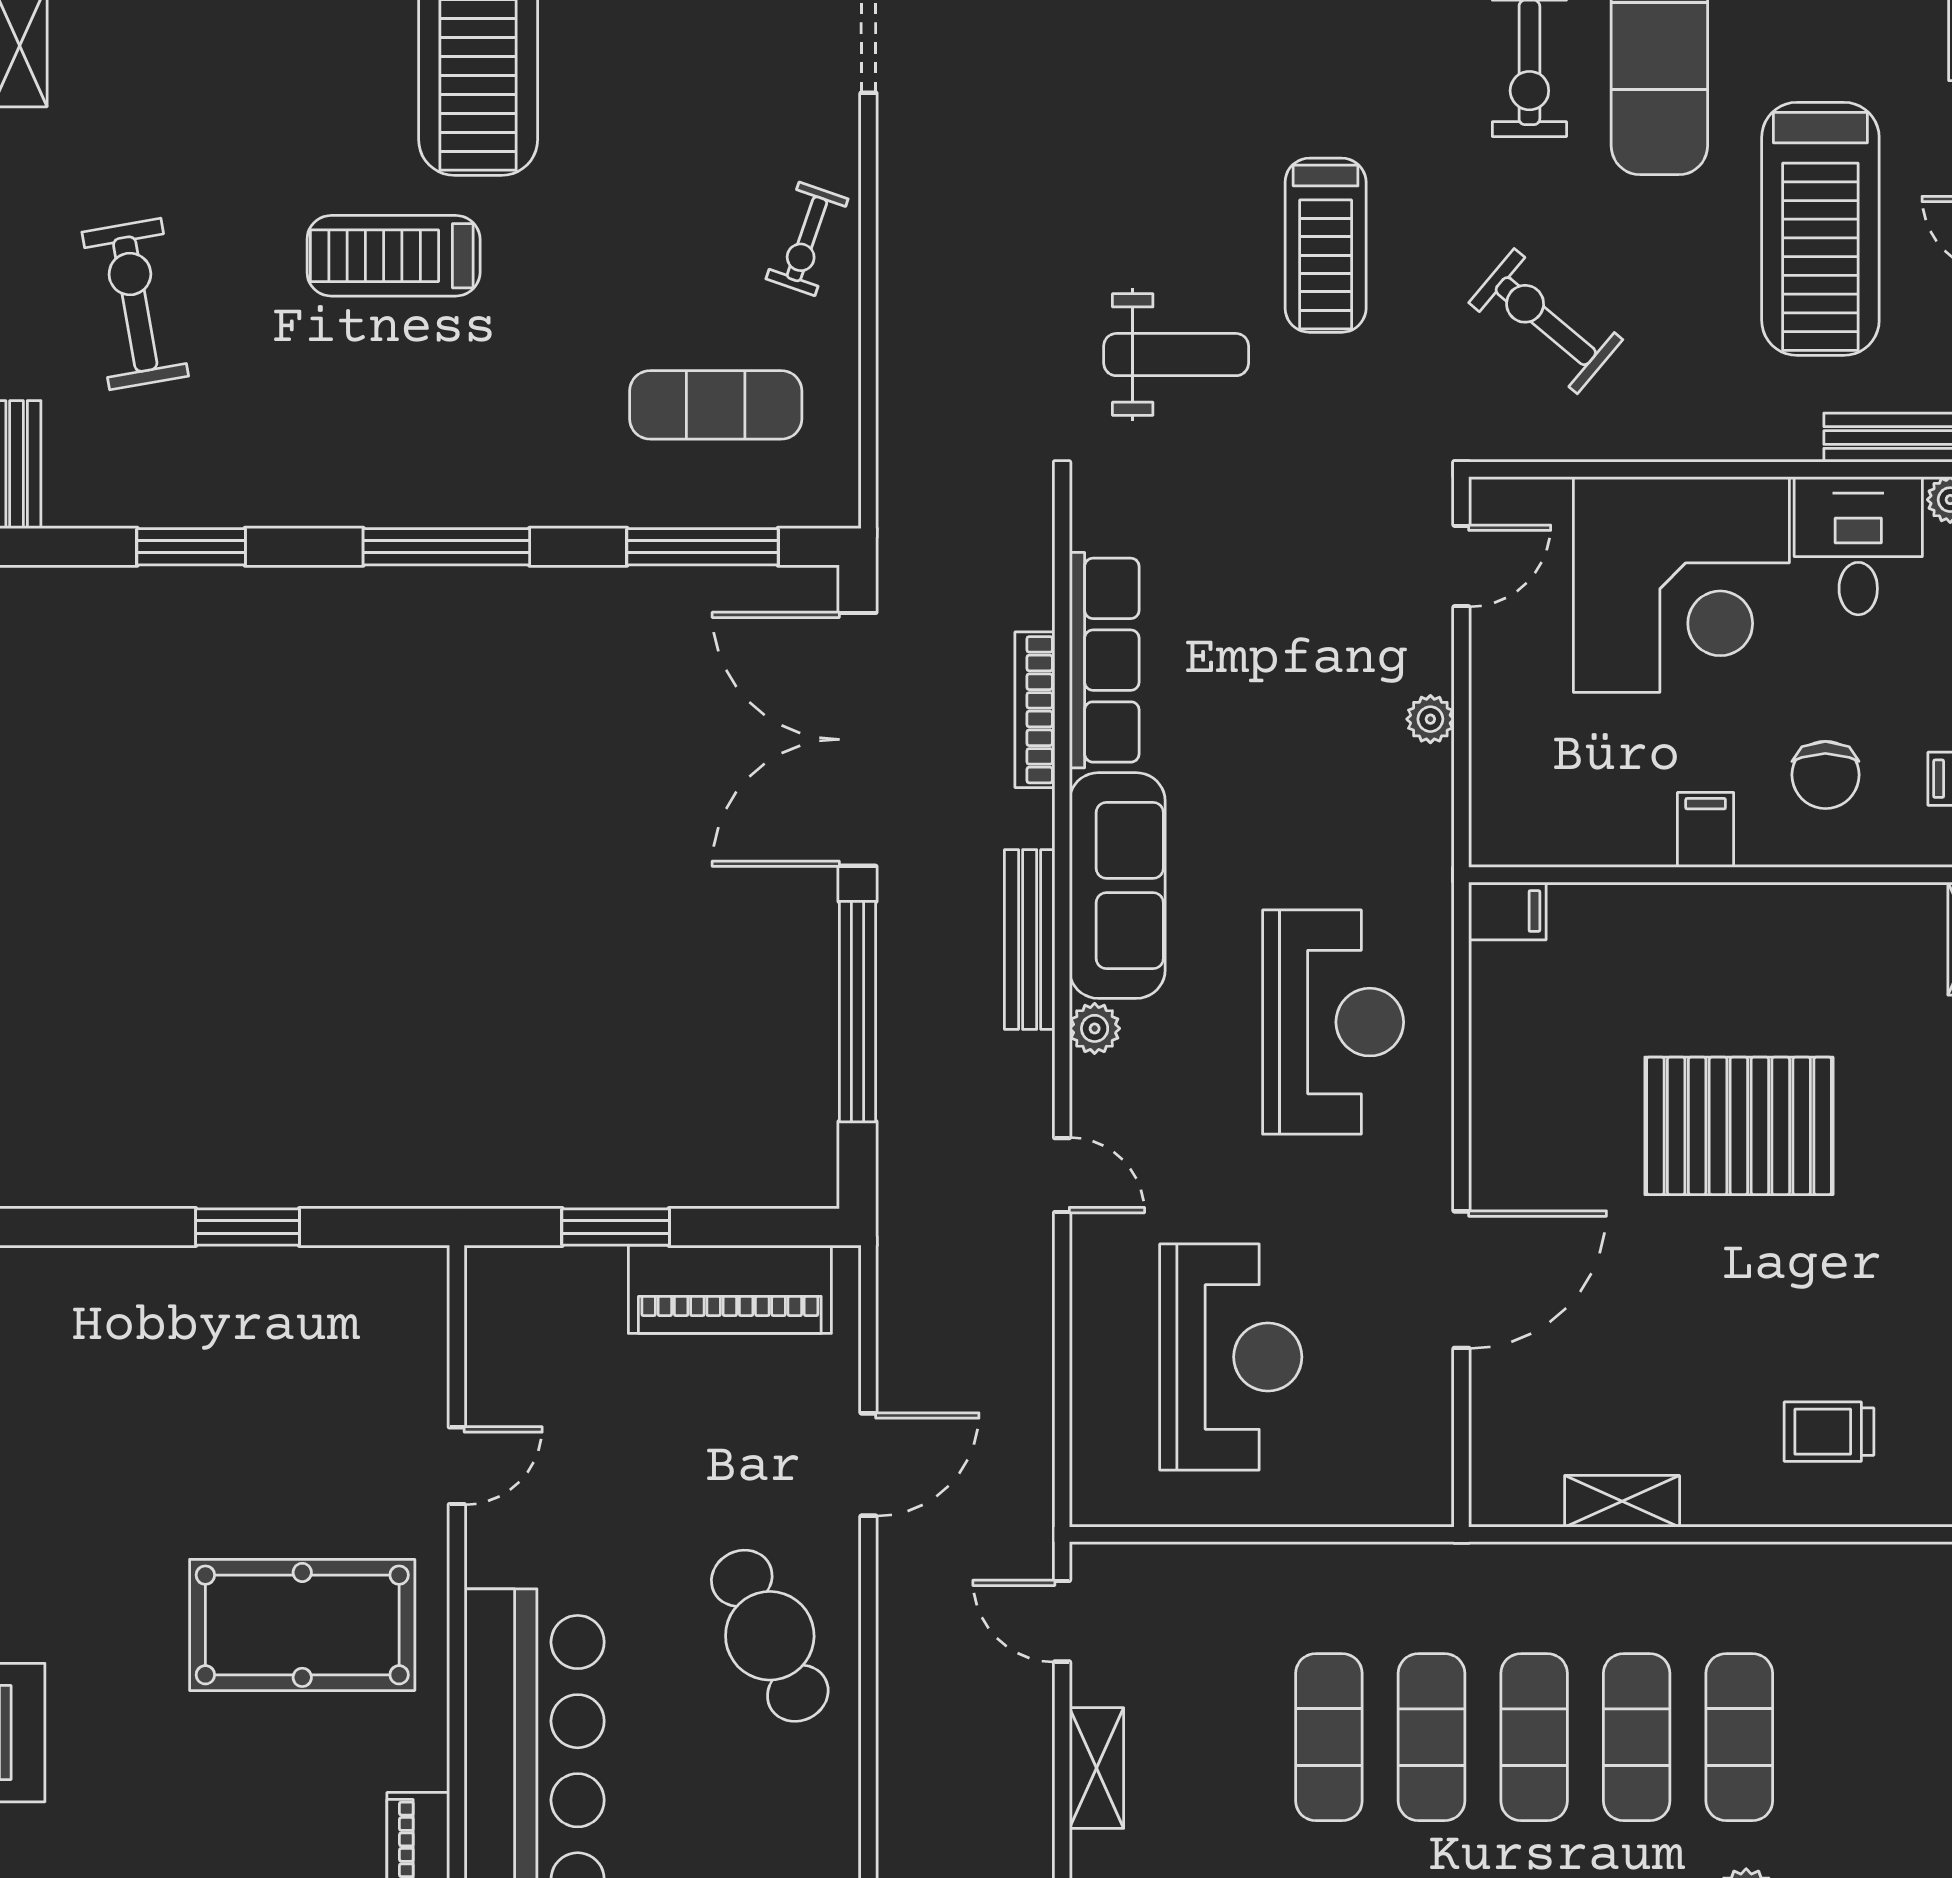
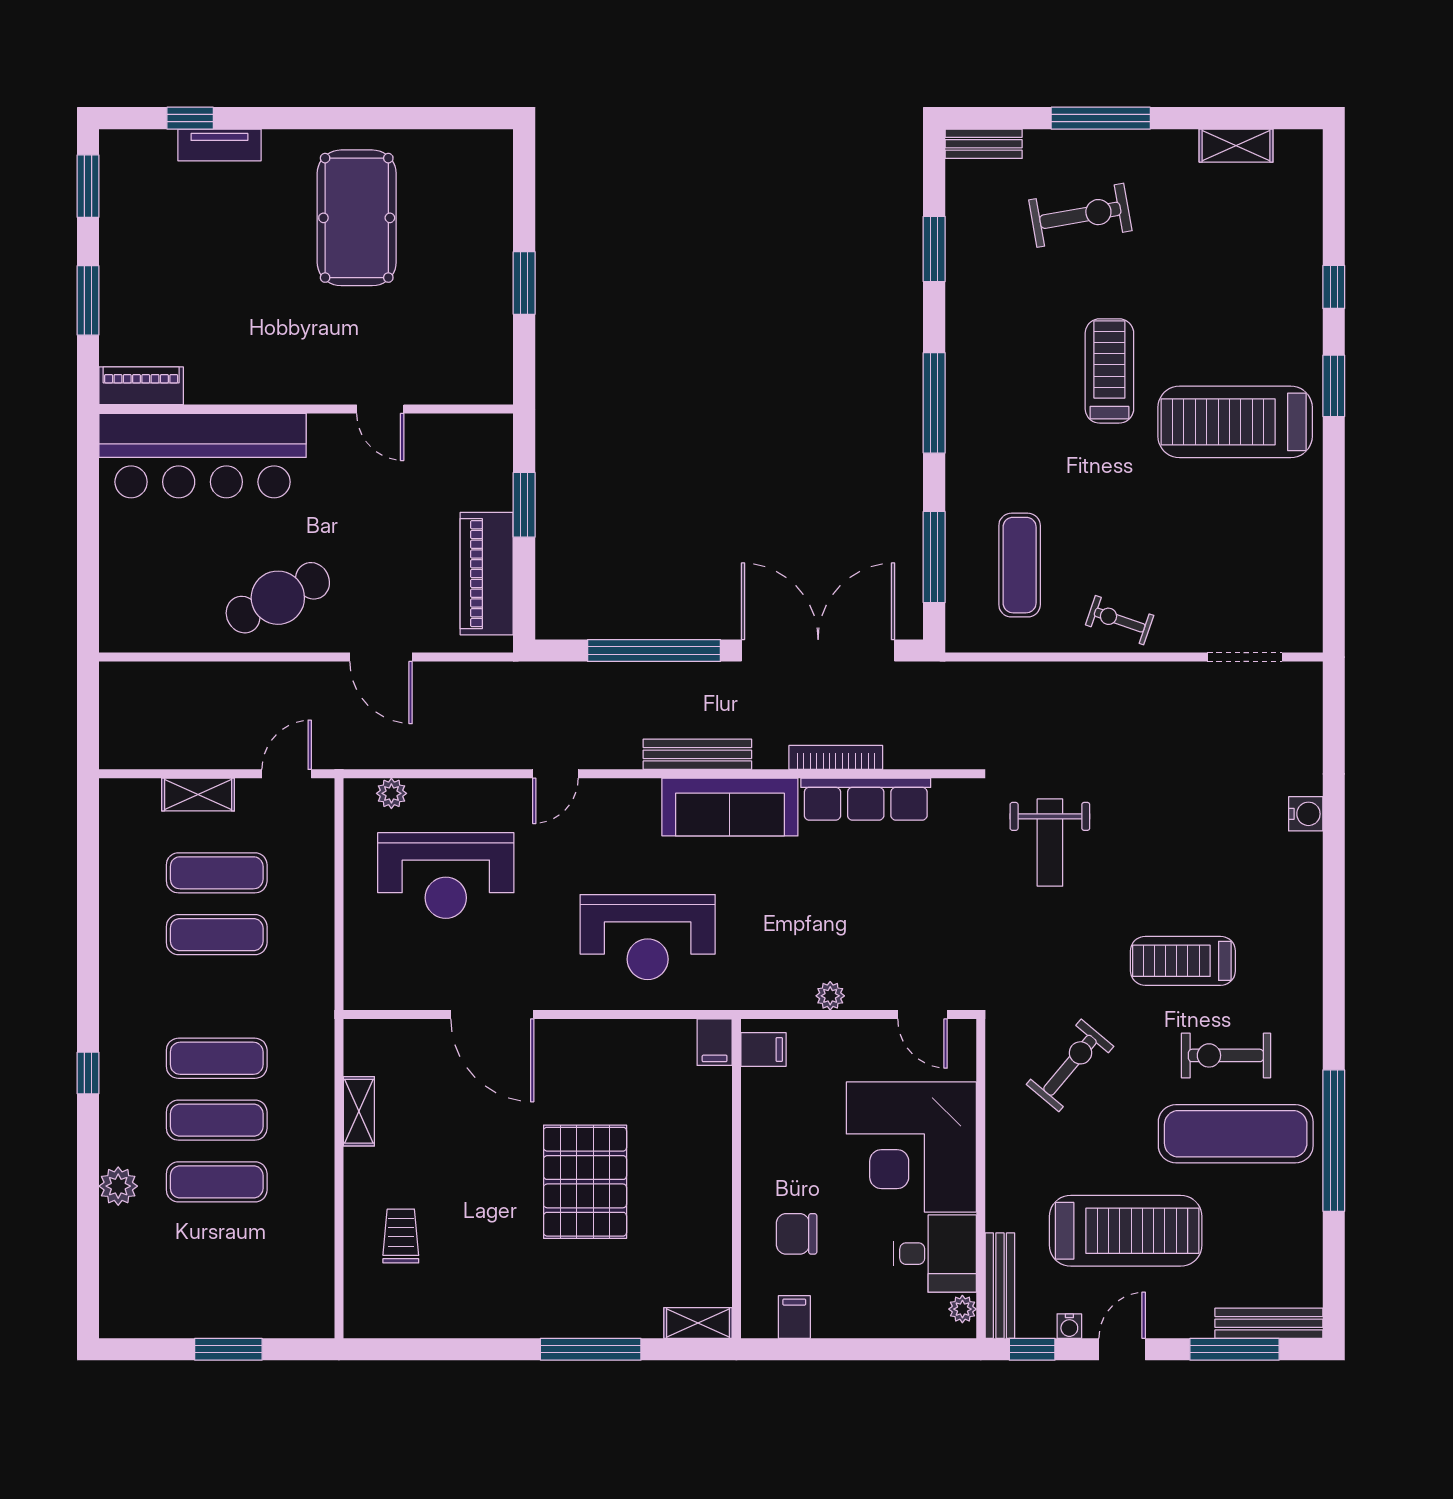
treadmill: (1820, 229) -> (1126, 1231), turned 180
treadmill: (1326, 245) -> (1183, 961), moved
filing cabinet: (1706, 830) -> (763, 1050), moved
plant: (1095, 1028) -> (391, 793), moved
pool table: (302, 1625) -> (357, 218), moved
exercise mat: (1432, 1737) -> (217, 873), moved

